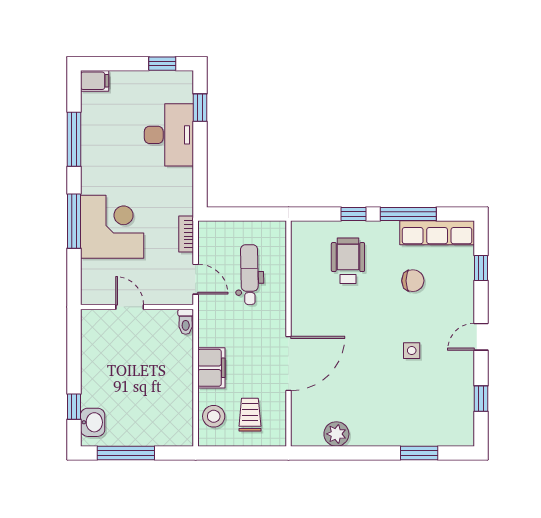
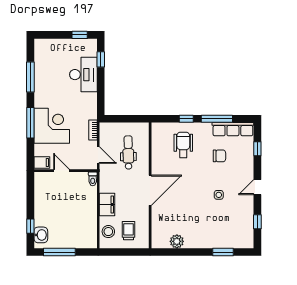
filing cabinet: (95, 81) -> (42, 163), moved
door: (289, 363) -> (150, 190), moved

